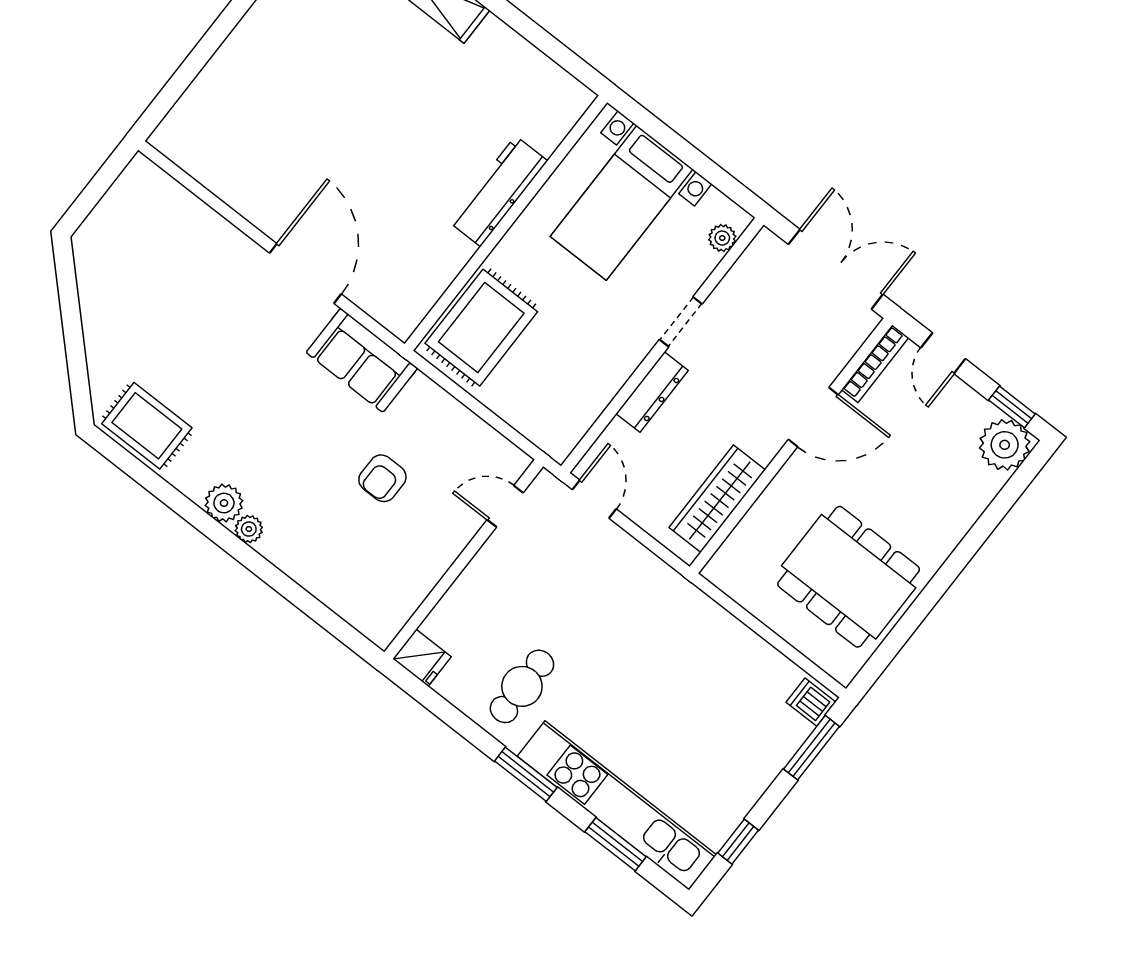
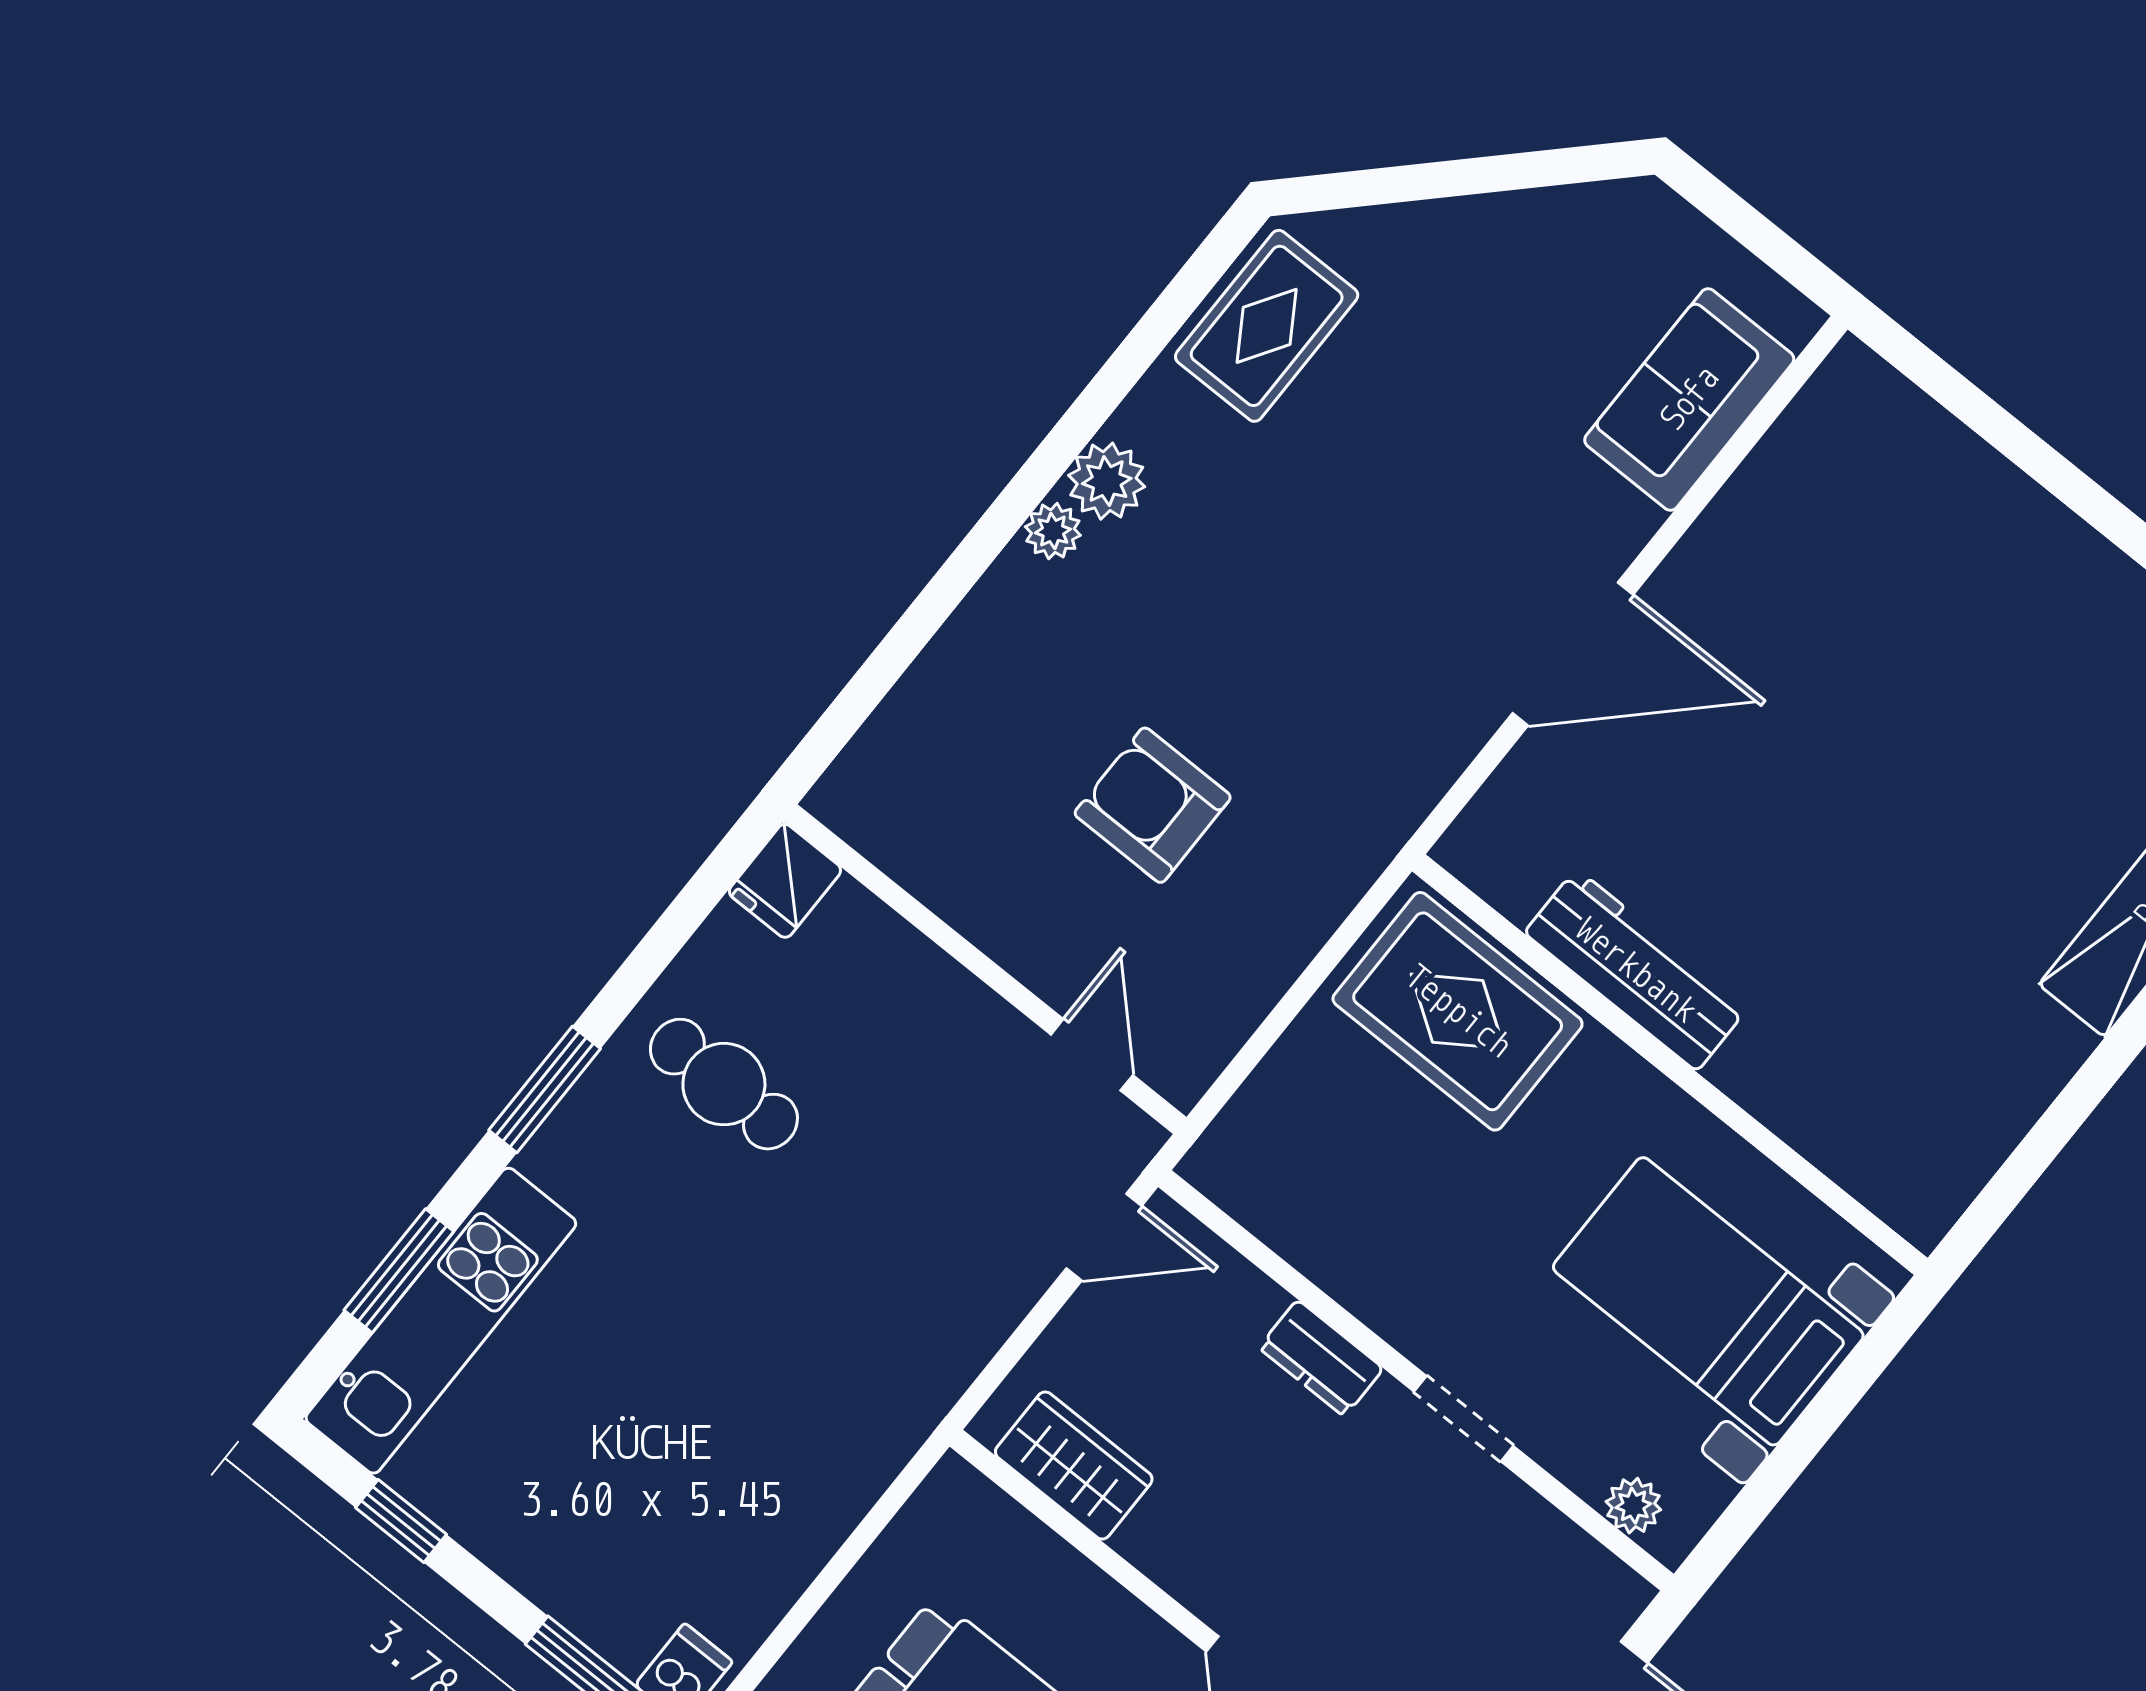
workbench: (498, 191) -> (1636, 970), moved
sofa: (362, 360) -> (1689, 399), moved
dresser: (652, 392) -> (1321, 1358), width x0.70
armchair: (382, 478) -> (1153, 805), width x1.38, depth x1.38
wardrobe: (717, 499) -> (1074, 1465), width x0.67
kitchen unit: (617, 806) -> (441, 1321), width x0.73

